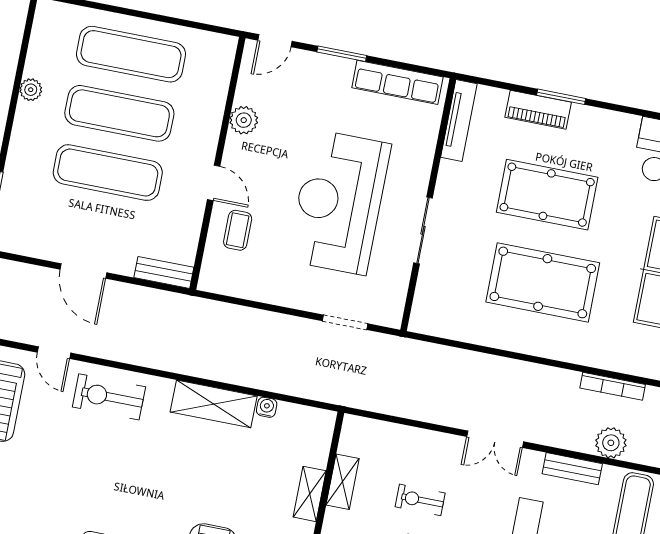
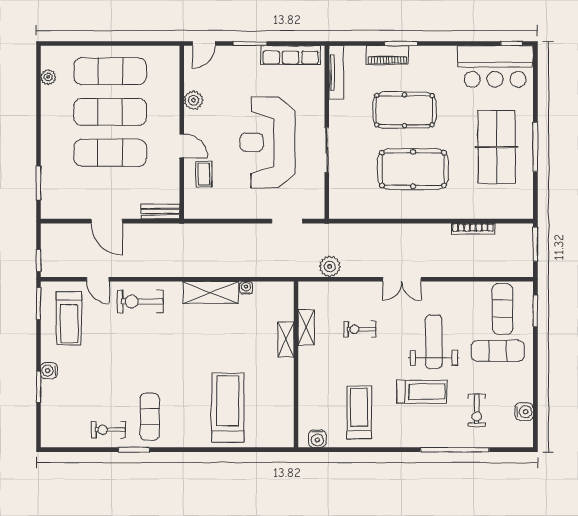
plant: (31, 90) -> (48, 77), moved
plant: (611, 443) -> (330, 267), moved
bench: (572, 469) -> (457, 289), removed

